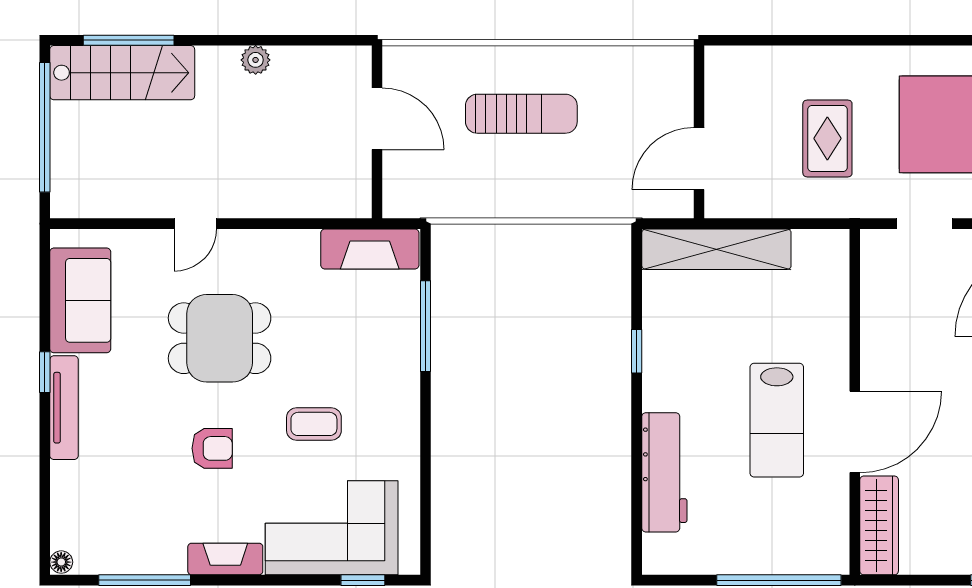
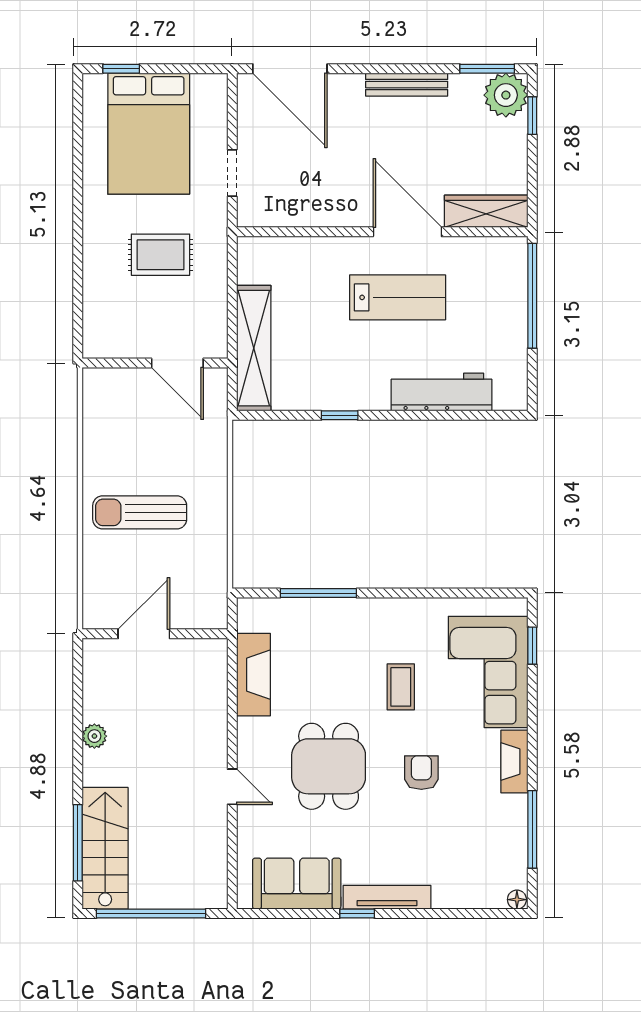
sun lounger: (521, 114) -> (140, 512), turned -90
fireplace: (370, 249) -> (254, 675), moved

